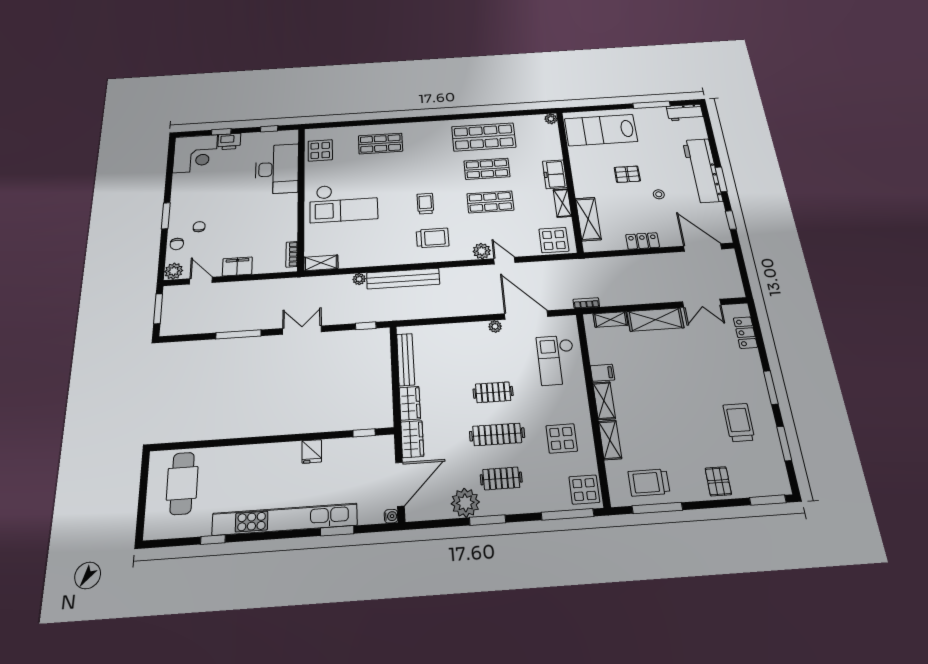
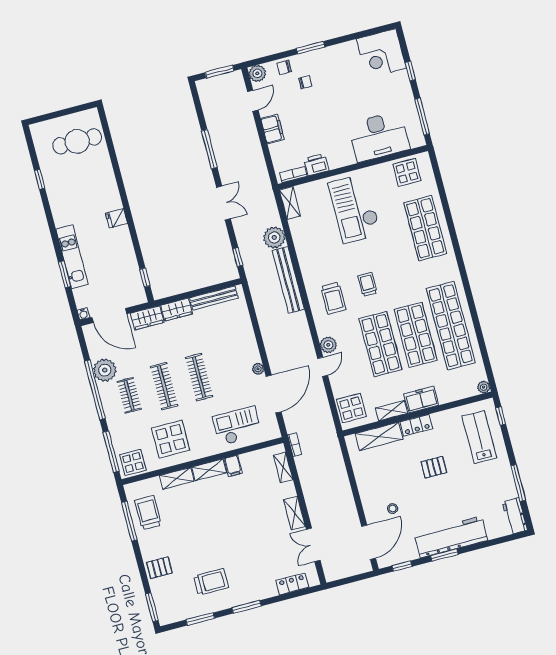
window: (582, 109) -> (501, 416), added
window: (269, 129) -> (422, 116), width x2.17
lab bench: (601, 130) -> (479, 437), width x0.73, depth x0.72
shop shelf: (484, 137) -> (451, 326), width x1.40
printer: (229, 141) -> (316, 165), moved, turned 90
shop shelf: (380, 143) -> (425, 228), width x1.43, depth x1.36
shop shelf: (487, 169) -> (416, 335), width x1.43, depth x1.36
pallet: (627, 174) -> (434, 467), turned 90
stool: (659, 194) -> (393, 509), moved
shop shelf: (490, 202) -> (380, 344), width x1.43, depth x1.36
trolley: (425, 204) -> (368, 284), turned -90
locker: (643, 241) -> (416, 425), moved, turned 90
plant: (359, 279) -> (274, 237), width x1.88, depth x1.88
shelving: (655, 320) -> (294, 513), width x0.67, depth x0.75
clothes rail: (493, 392) -> (199, 377), width x1.36
display table: (562, 438) -> (171, 439), width x1.36, depth x1.36
fridge: (312, 451) -> (116, 218), moved
kitchen unit: (285, 519) -> (72, 257), width x0.54
window: (488, 520) -> (95, 390), width x2.11

